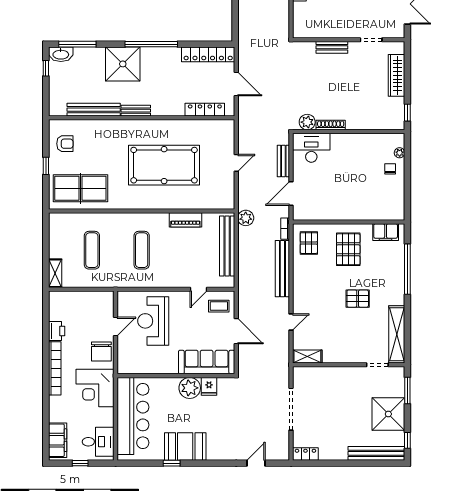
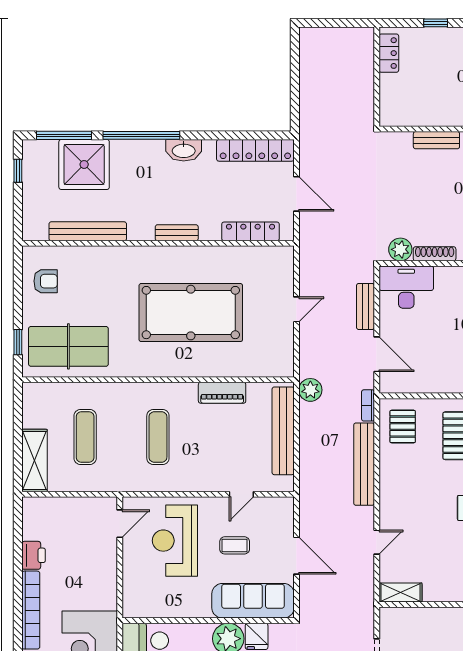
window: (151, 44) -> (141, 135), moved
washbasin: (61, 54) -> (184, 150), moved
shower: (123, 64) -> (84, 164), moved
bench: (136, 111) -> (177, 233), moved
window: (46, 166) -> (18, 342), moved
door: (291, 194) -> (377, 354), swing flipped
shelving: (55, 273) -> (34, 460), width x1.50, depth x1.33
coffee table: (219, 306) -> (235, 545), moved
door: (116, 326) -> (120, 524), moved
chair: (101, 352) -> (99, 585), removed

